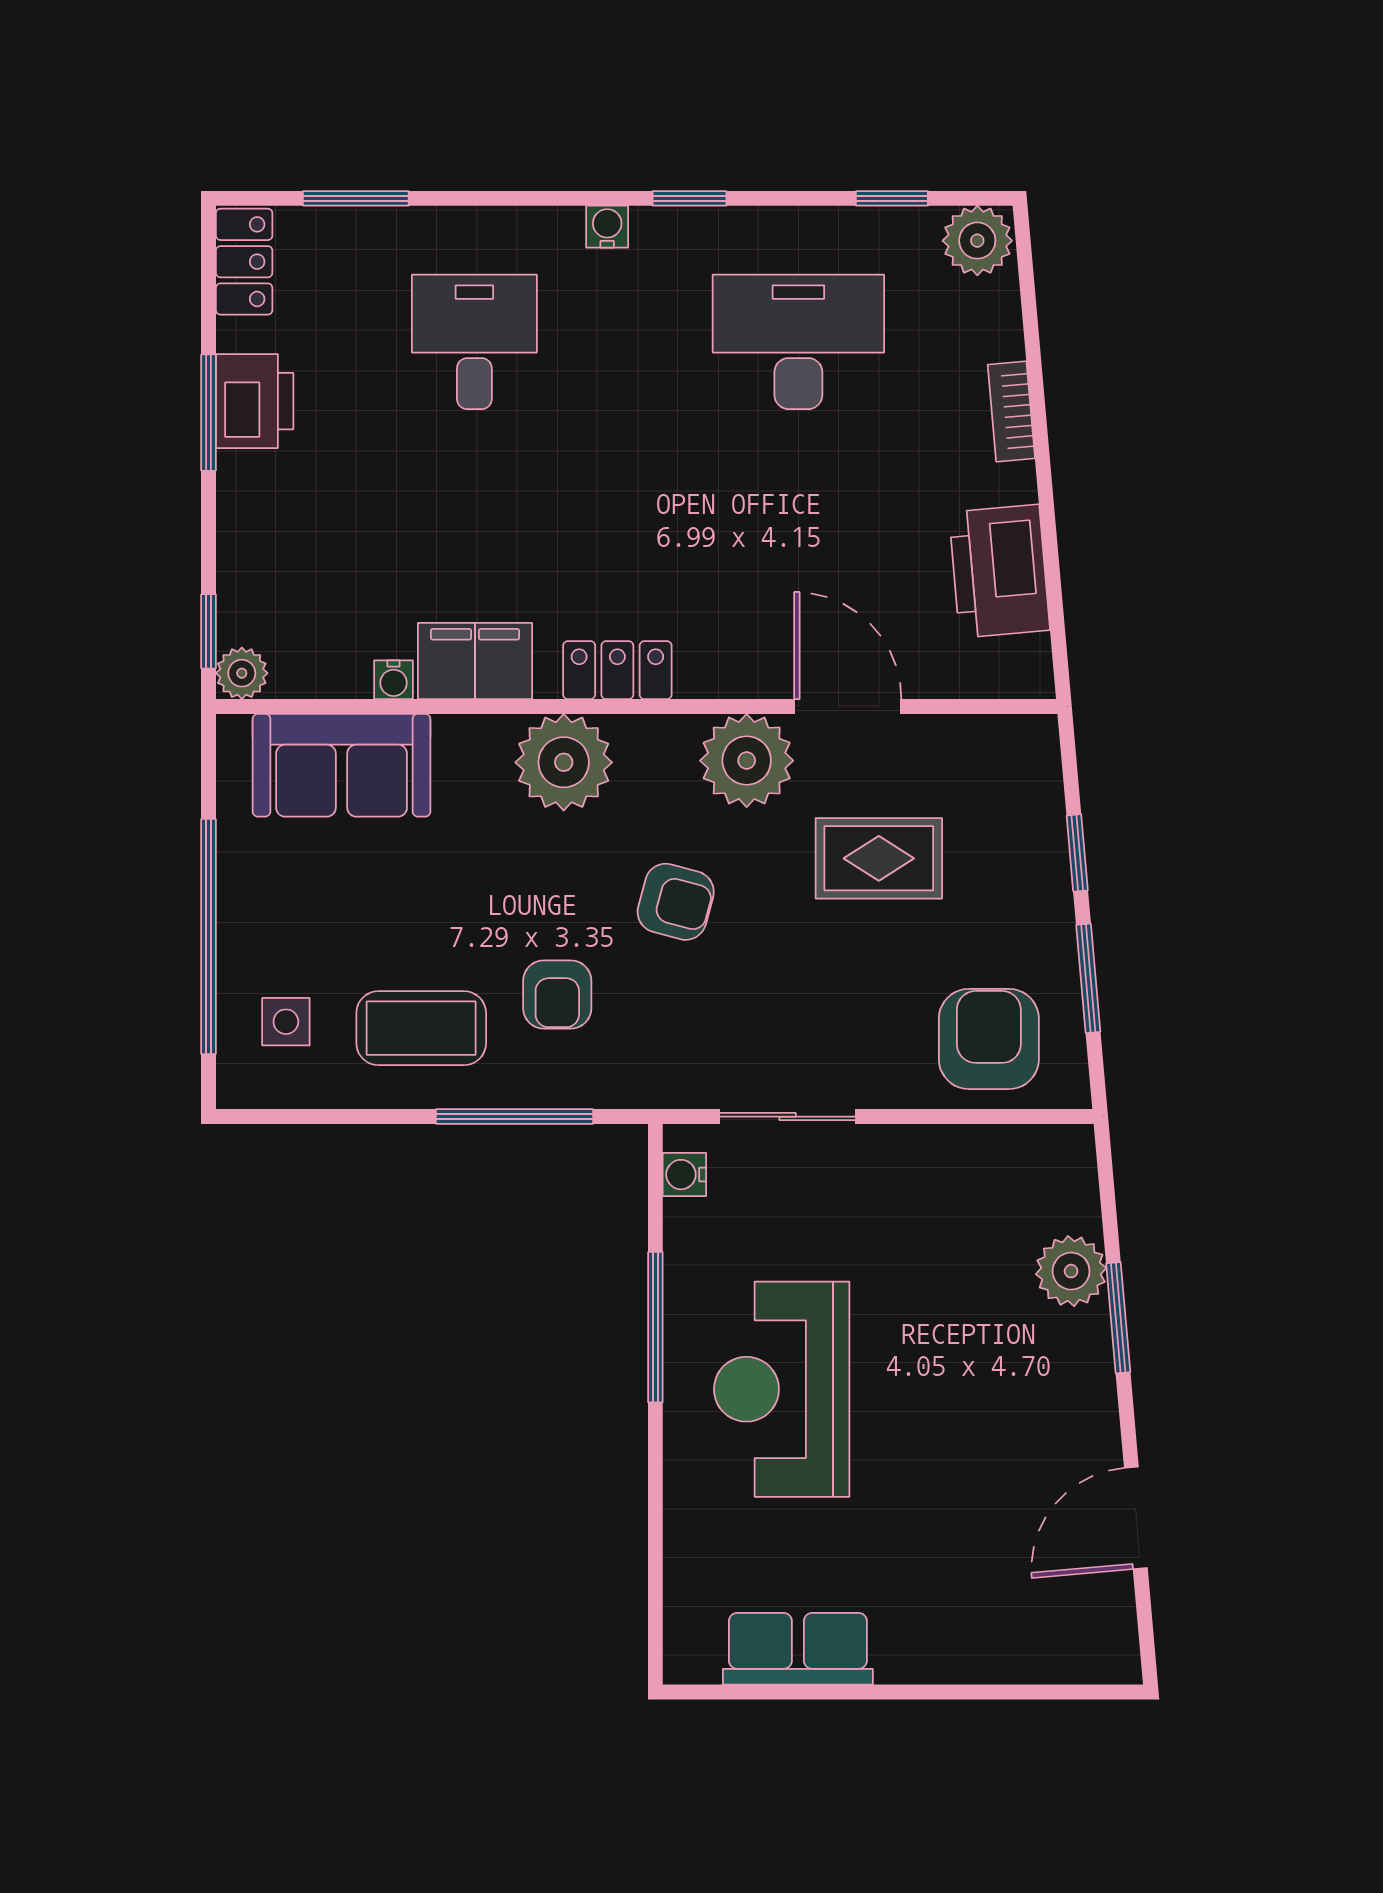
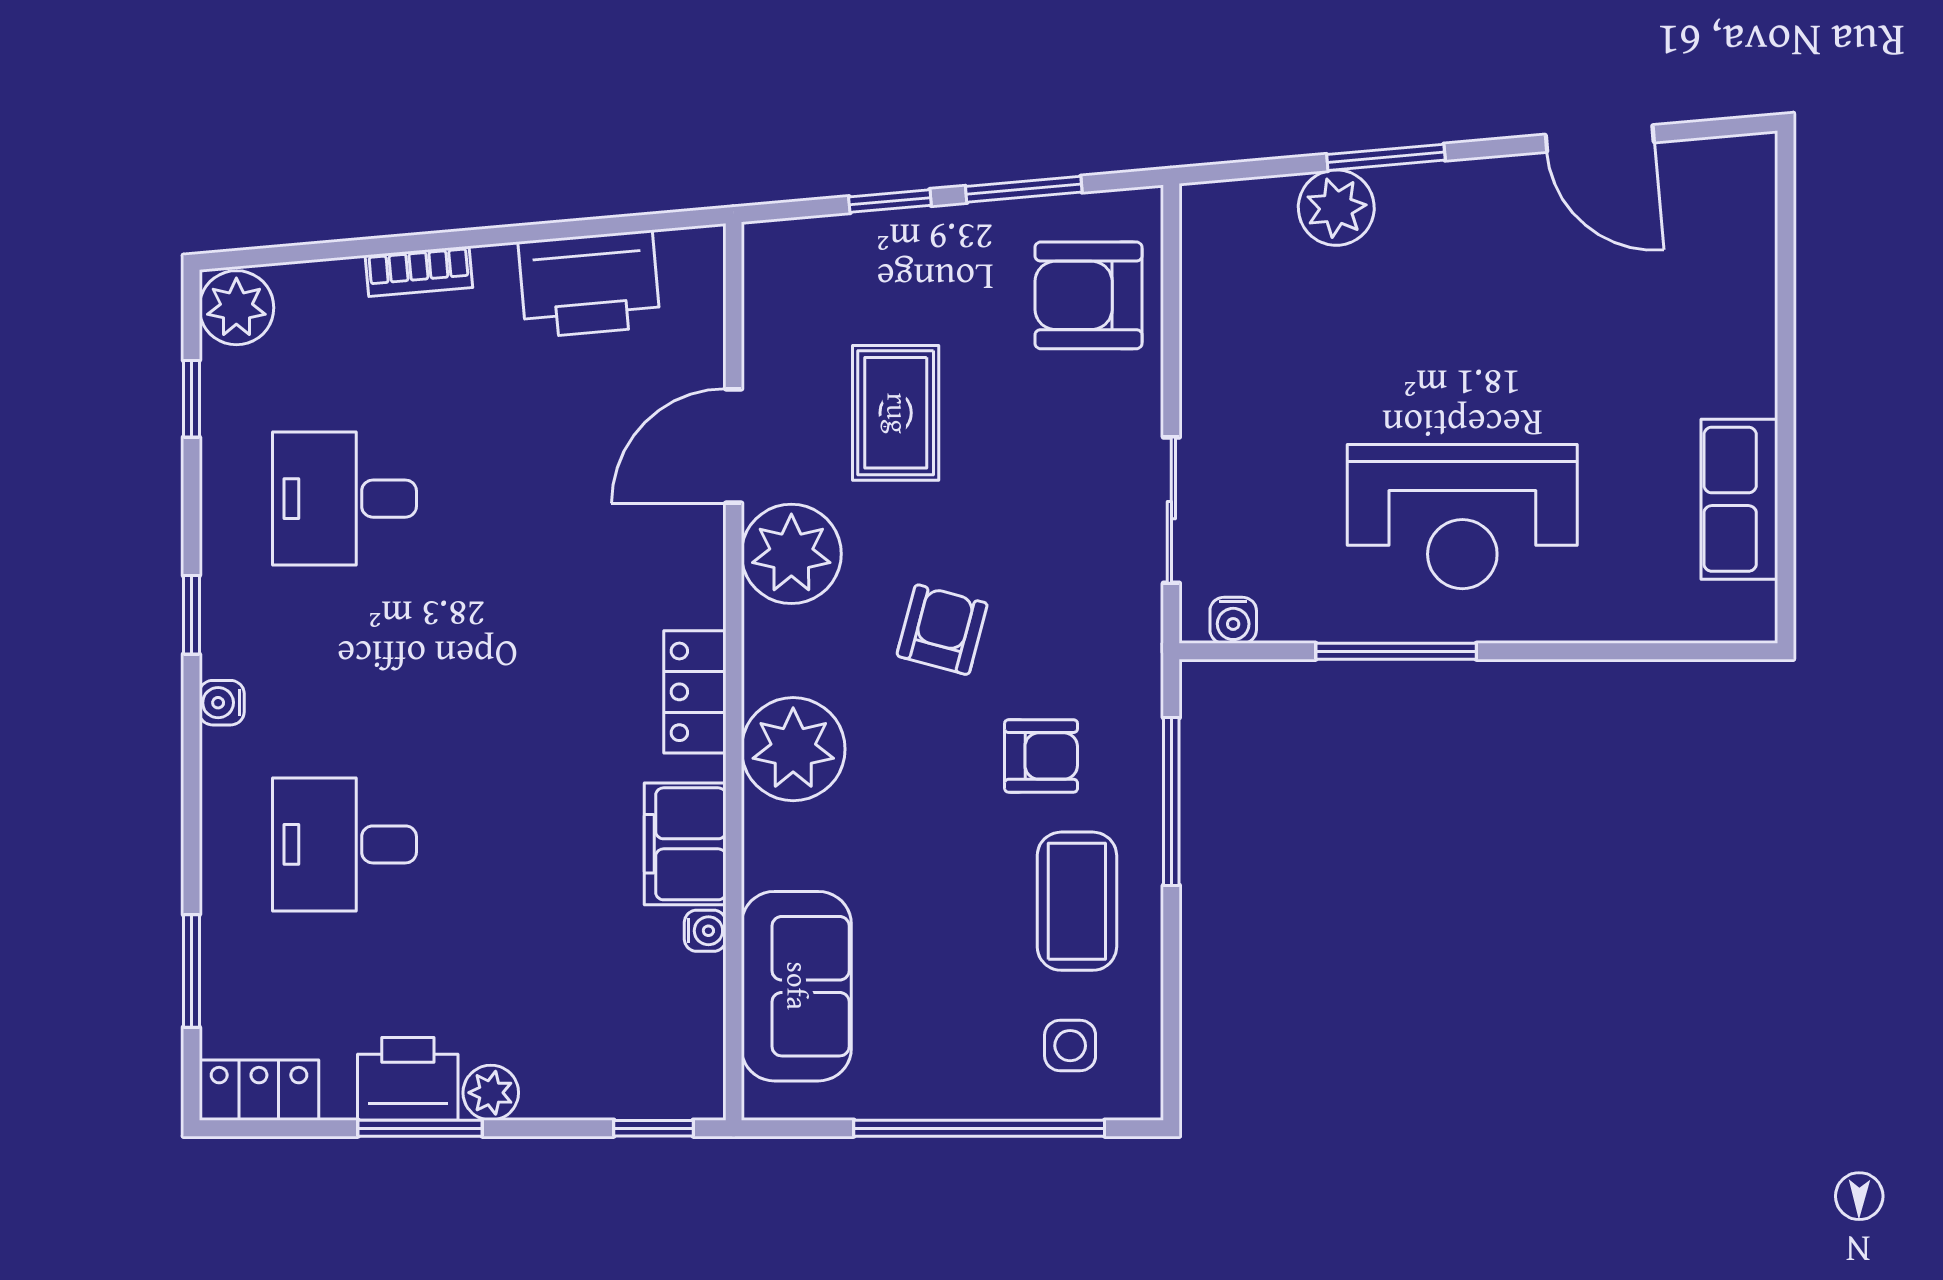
desk: (798, 342) -> (345, 499), width x0.73
plant: (242, 673) -> (491, 1093), moved

